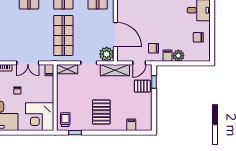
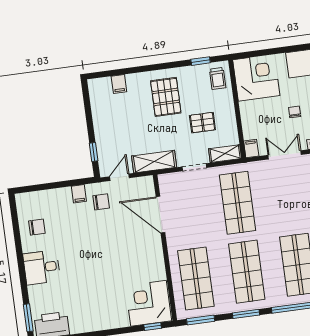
plant: (107, 54) -> (170, 184), removed
plant: (178, 56) -> (63, 196), removed
pallet: (142, 86) -> (202, 123), moved

